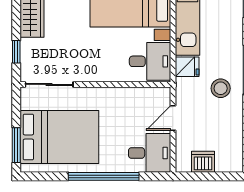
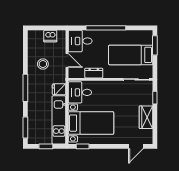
stool: (221, 88) -> (43, 64), moved
dresser: (125, 96) -> (94, 73), added
door: (173, 118) -> (67, 61), hinge flipped
bed: (59, 137) -> (131, 55), width x0.67

